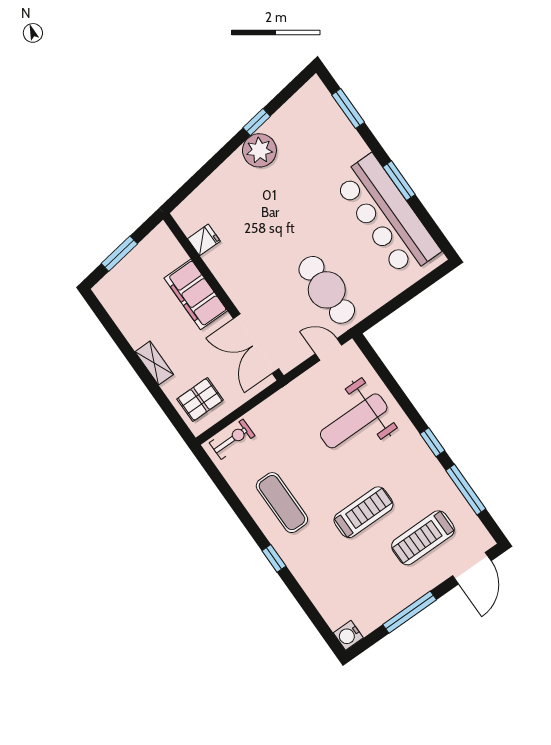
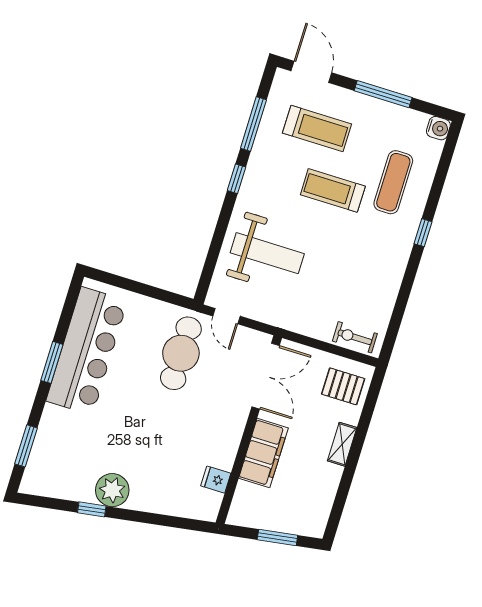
exercise mat: (282, 503) -> (393, 182), moved
door: (472, 568) -> (311, 72), hinge flipped

